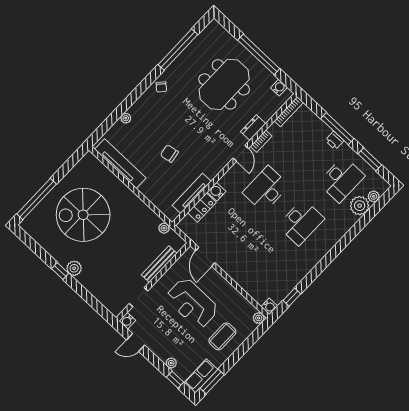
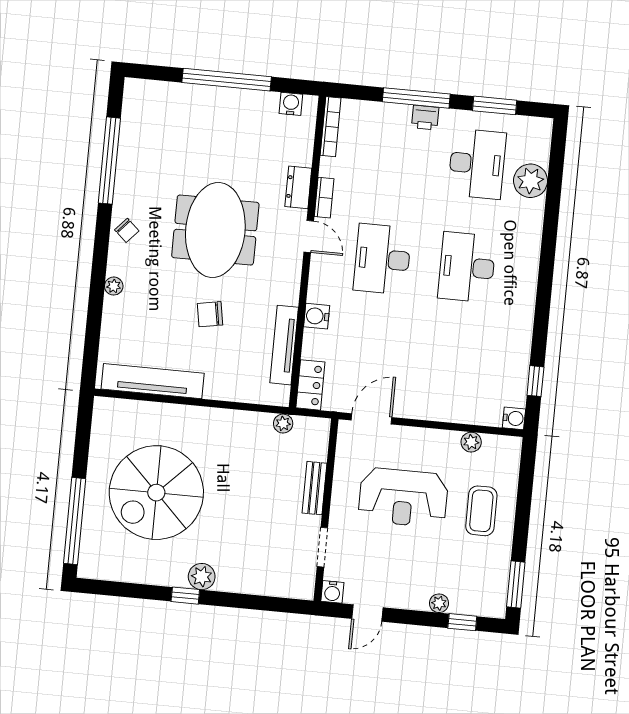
meeting table: (224, 84) -> (215, 230), moved
plant: (126, 118) -> (114, 286), moved
plant: (374, 196) -> (540, 153), removed
locker: (202, 208) -> (310, 385), moved
desk: (301, 222) -> (467, 267), turned 180
door: (205, 257) -> (371, 419), swing flipped
bench: (159, 264) -> (314, 488), width x0.73
plant: (259, 318) -> (471, 442), moved
row of seats: (201, 376) -> (494, 589), removed

